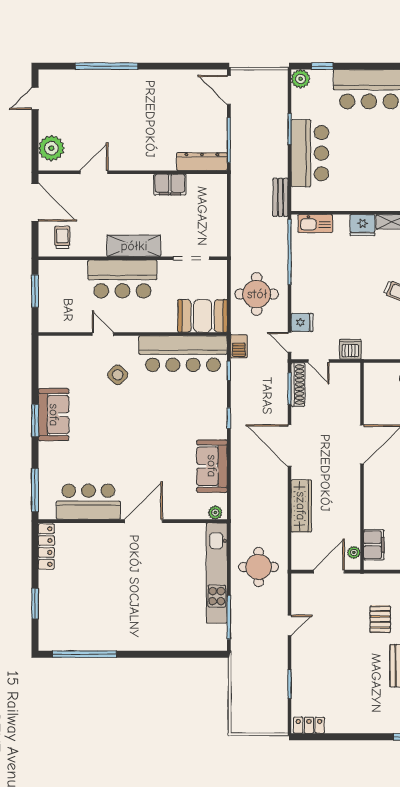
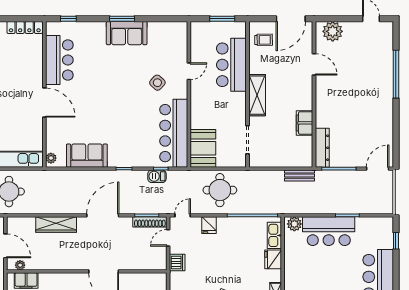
plant: (301, 79) -> (294, 224), moved
bench: (280, 197) -> (300, 176), moved
fridge: (362, 225) -> (273, 259), moved
bar counter: (122, 279) -> (231, 65), moved
fridge: (302, 322) -> (209, 225), moved
barbecue: (239, 346) -> (157, 176), moved
window: (35, 490) -> (68, 19), width x0.46

